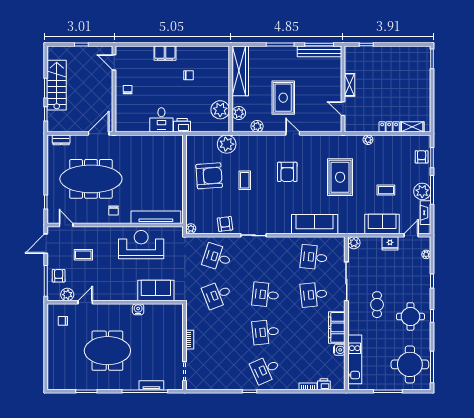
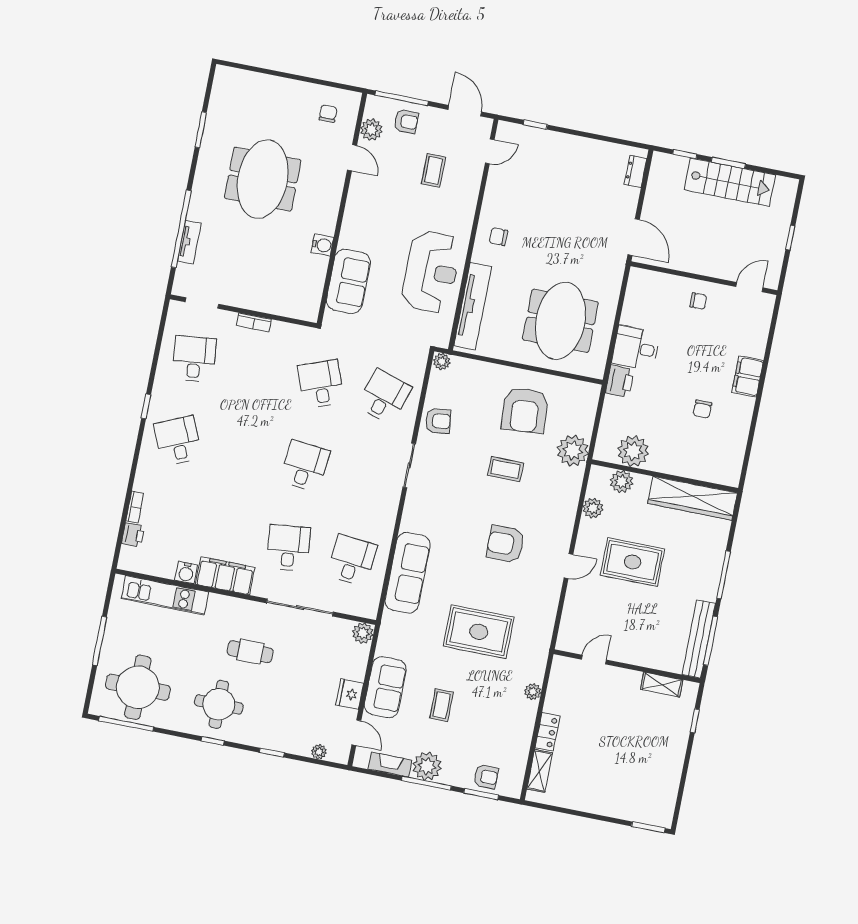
shelving: (349, 85) -> (662, 685), moved
meeting table: (91, 179) -> (560, 321), moved, width x0.73
desk: (265, 332) -> (194, 359), moved

